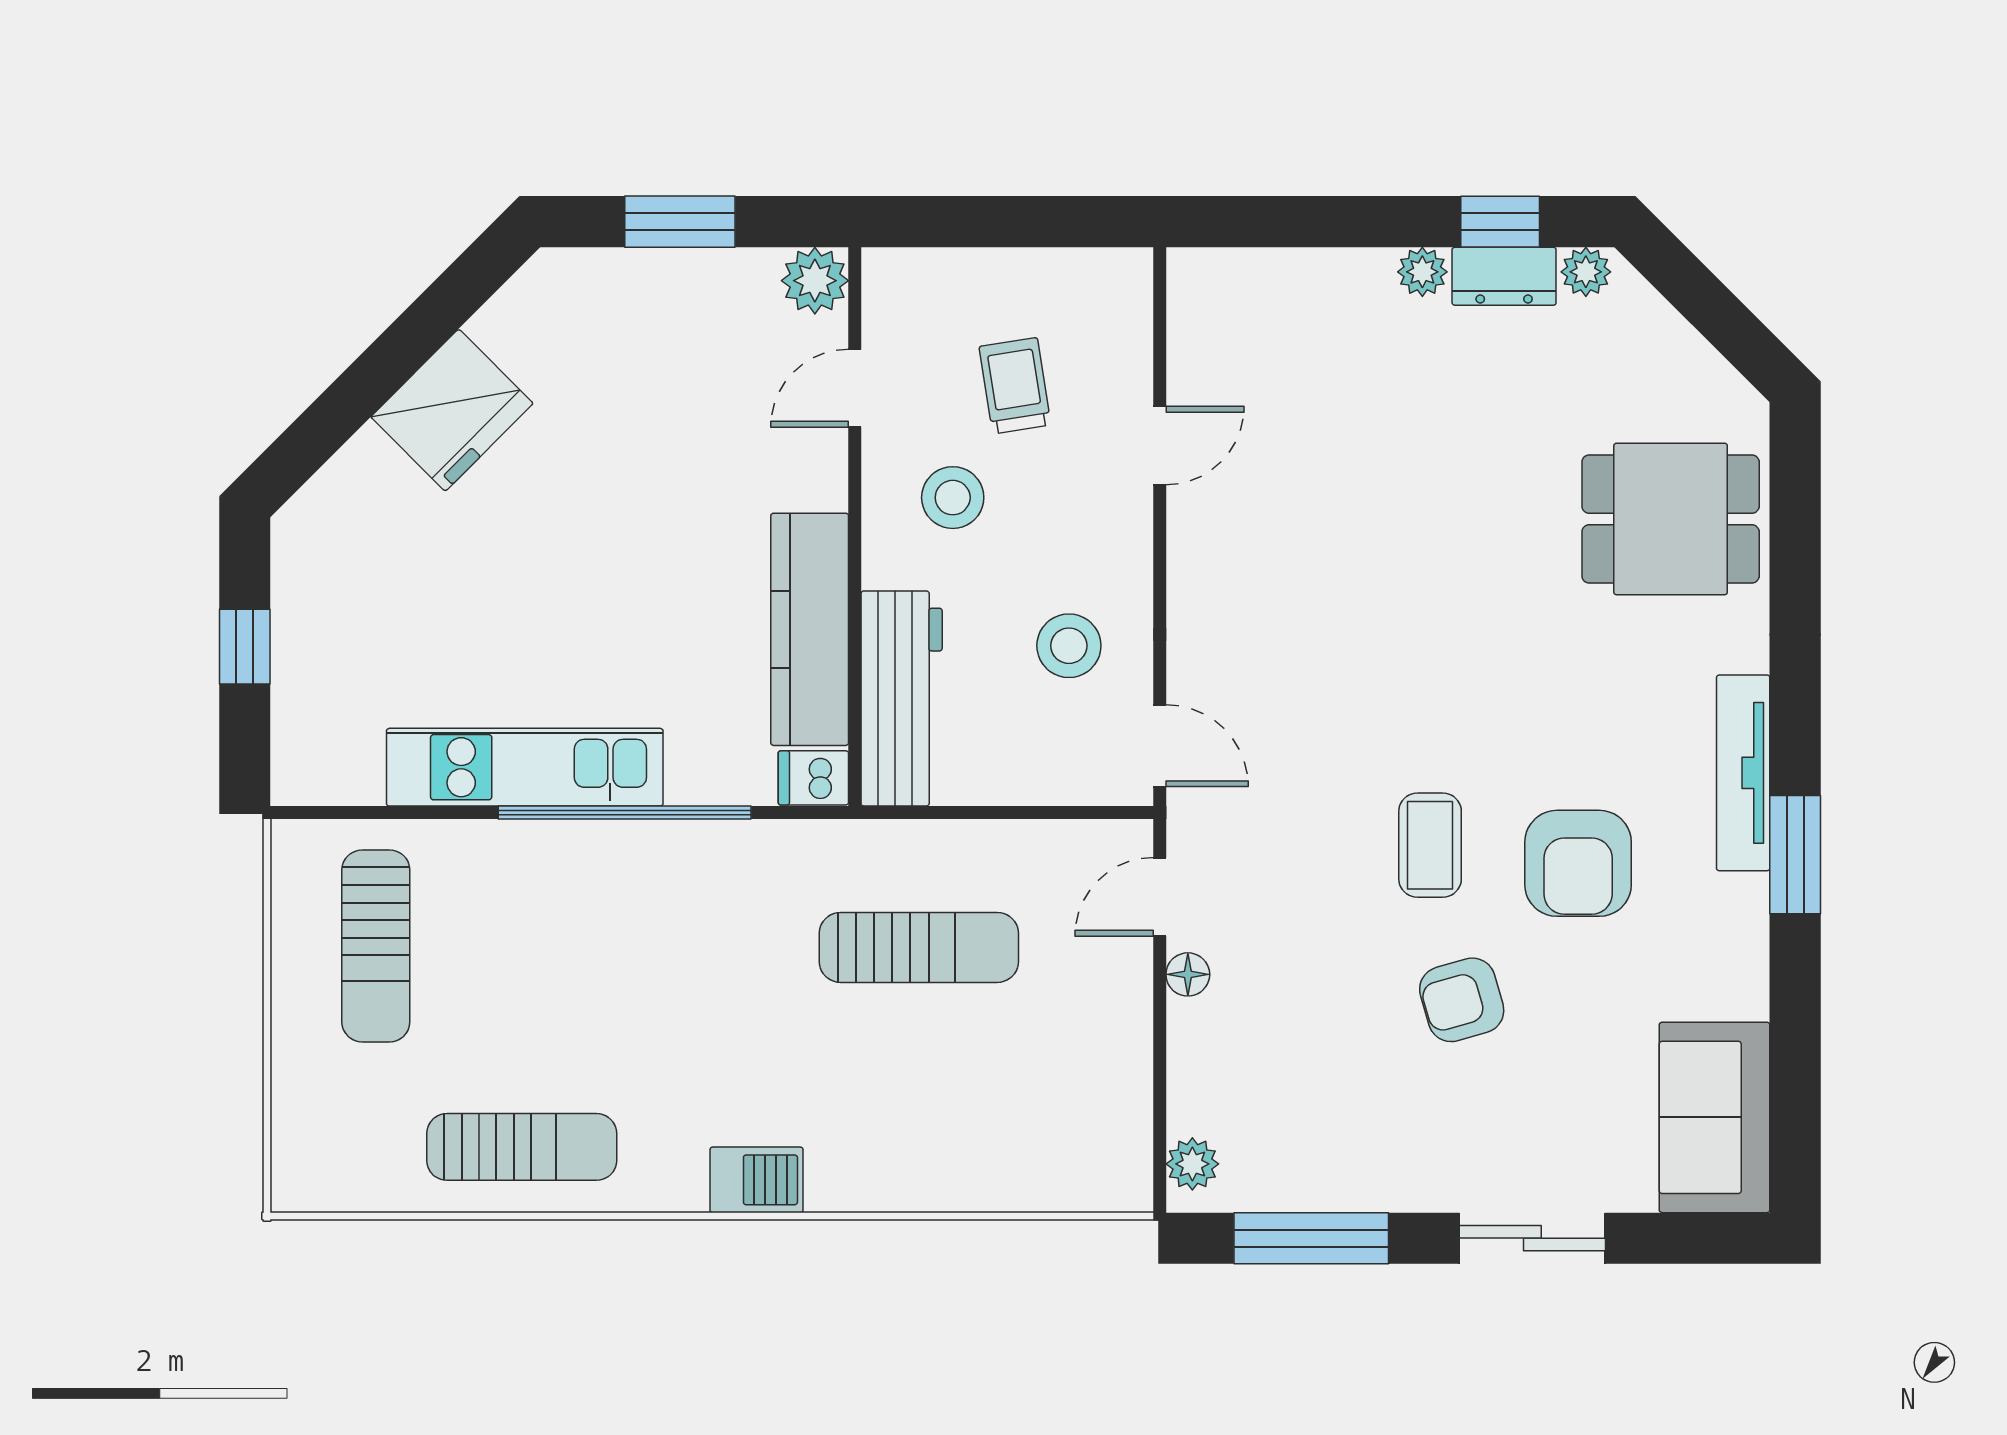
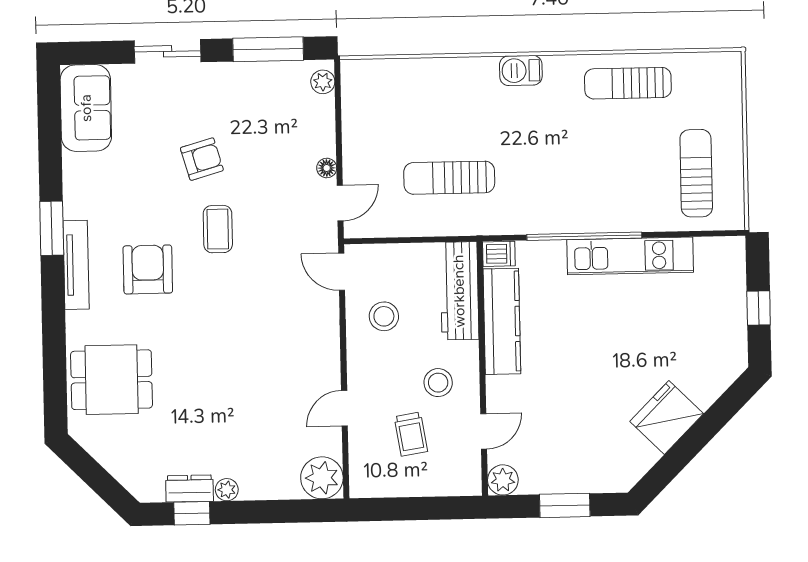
plant: (1586, 272) -> (322, 478), moved, width x1.88, depth x1.88
armchair: (1578, 863) -> (148, 269), moved

